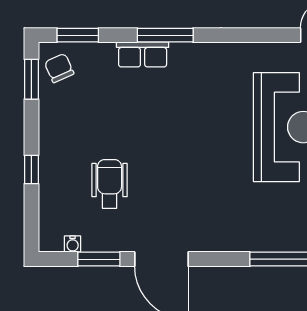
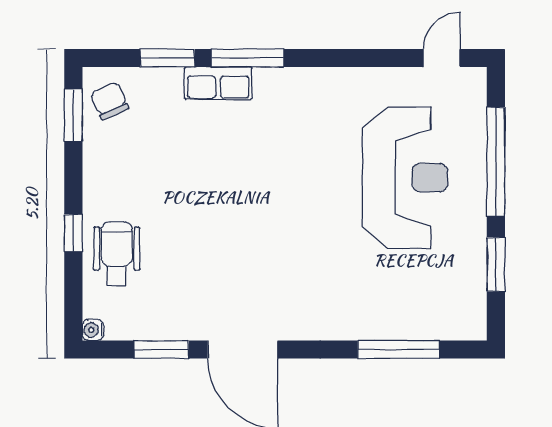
window: (78, 35) -> (167, 58), moved
wheelchair: (110, 184) -> (117, 254), moved
water cooler: (73, 244) -> (93, 330), moved, turned 90

